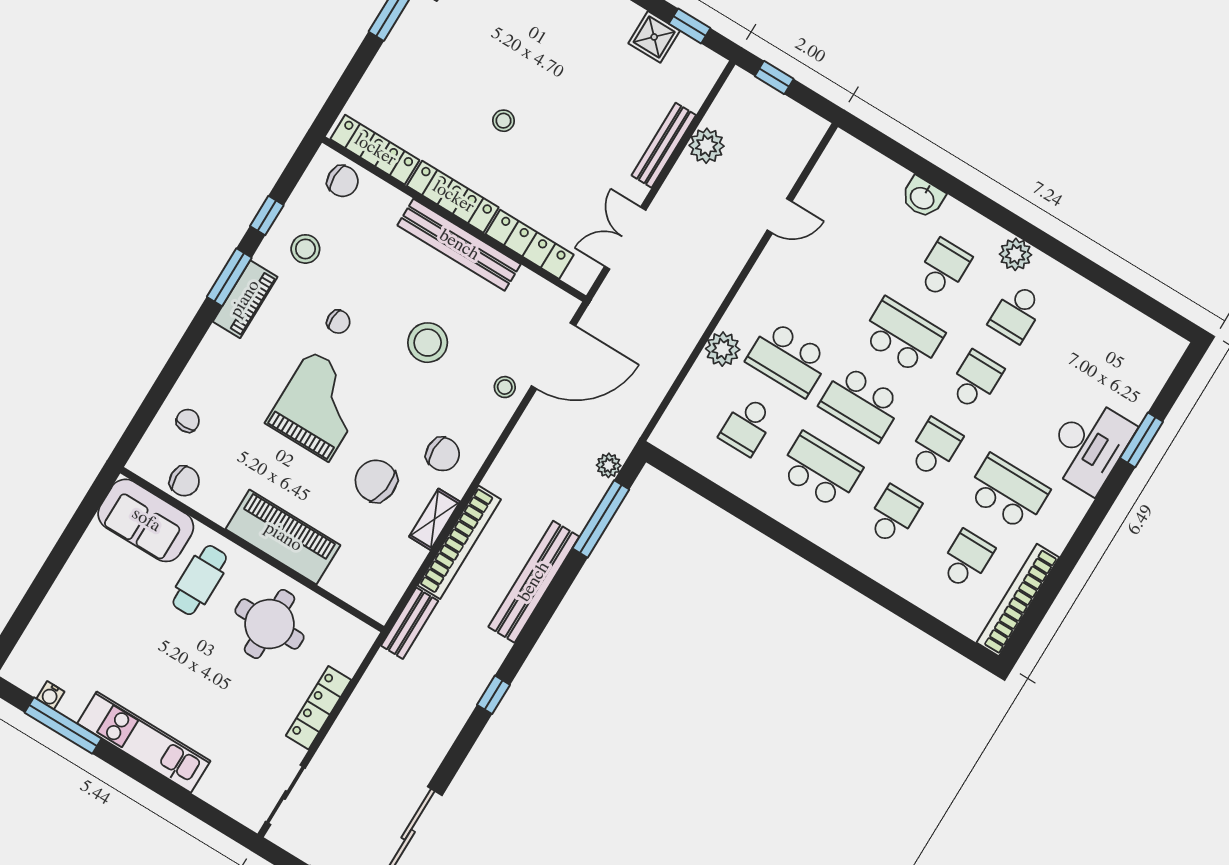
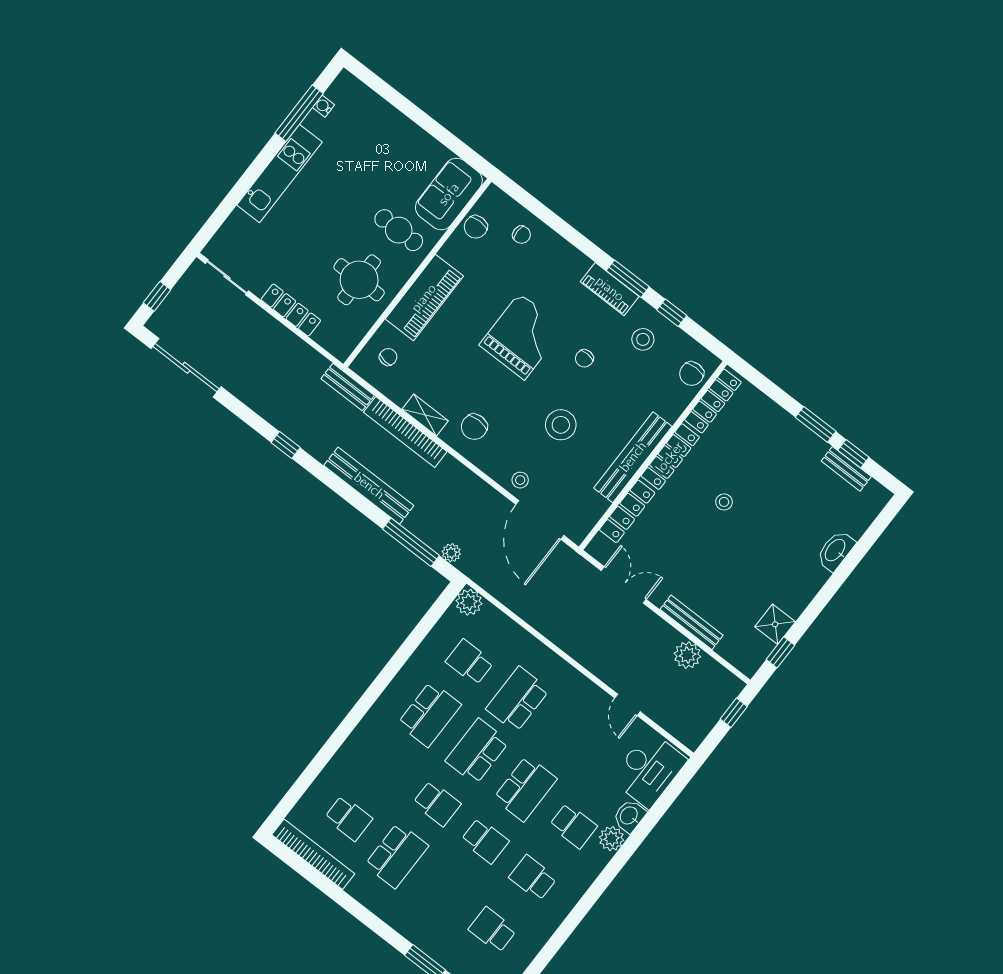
plant: (1016, 254) -> (612, 839), moved
plant: (723, 349) -> (469, 602), moved
grand piano: (319, 406) -> (522, 336), turned -90
desk: (1089, 446) -> (649, 769), moved, turned -90
chair: (376, 481) -> (388, 357), moved, width x0.54, depth x0.54
school desk: (893, 515) -> (492, 930), moved, turned 180

